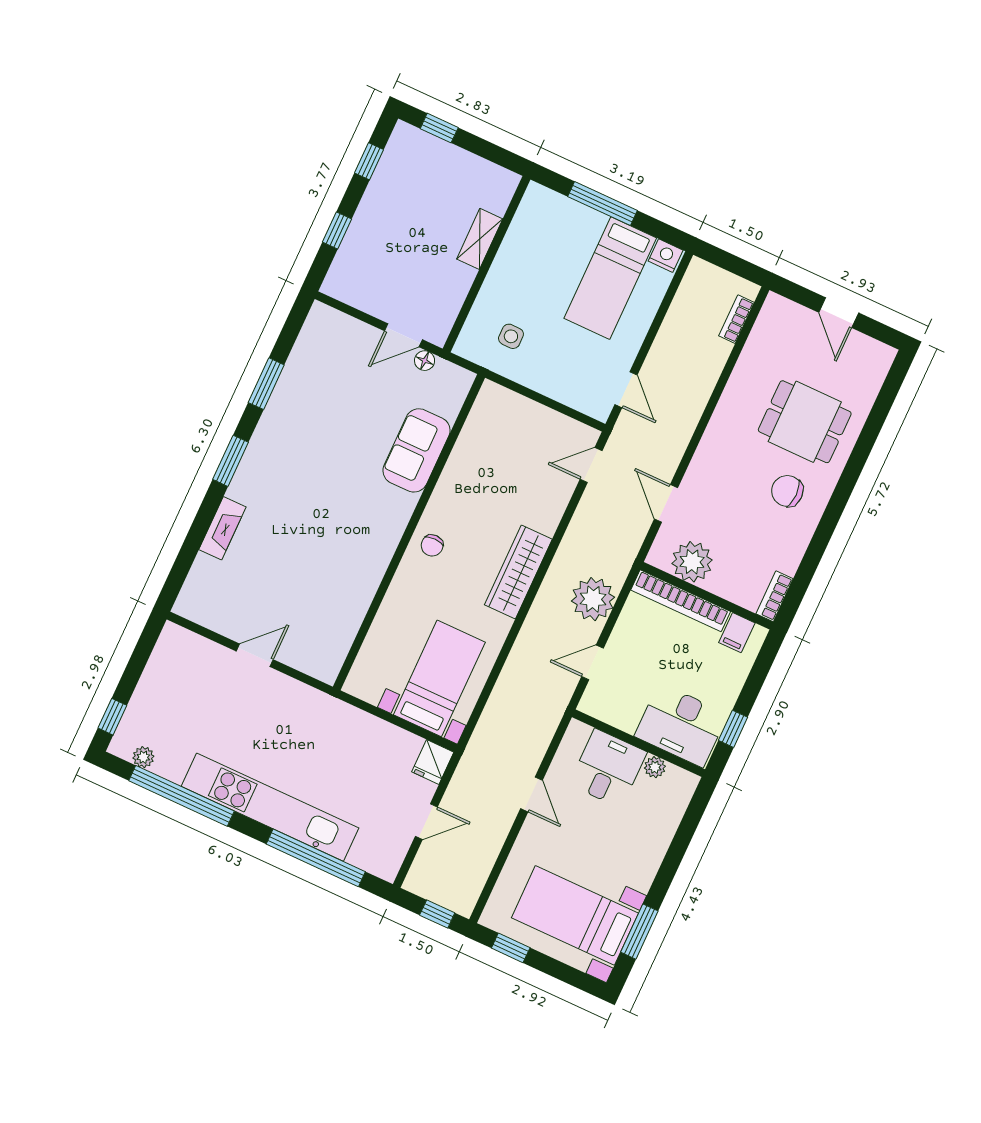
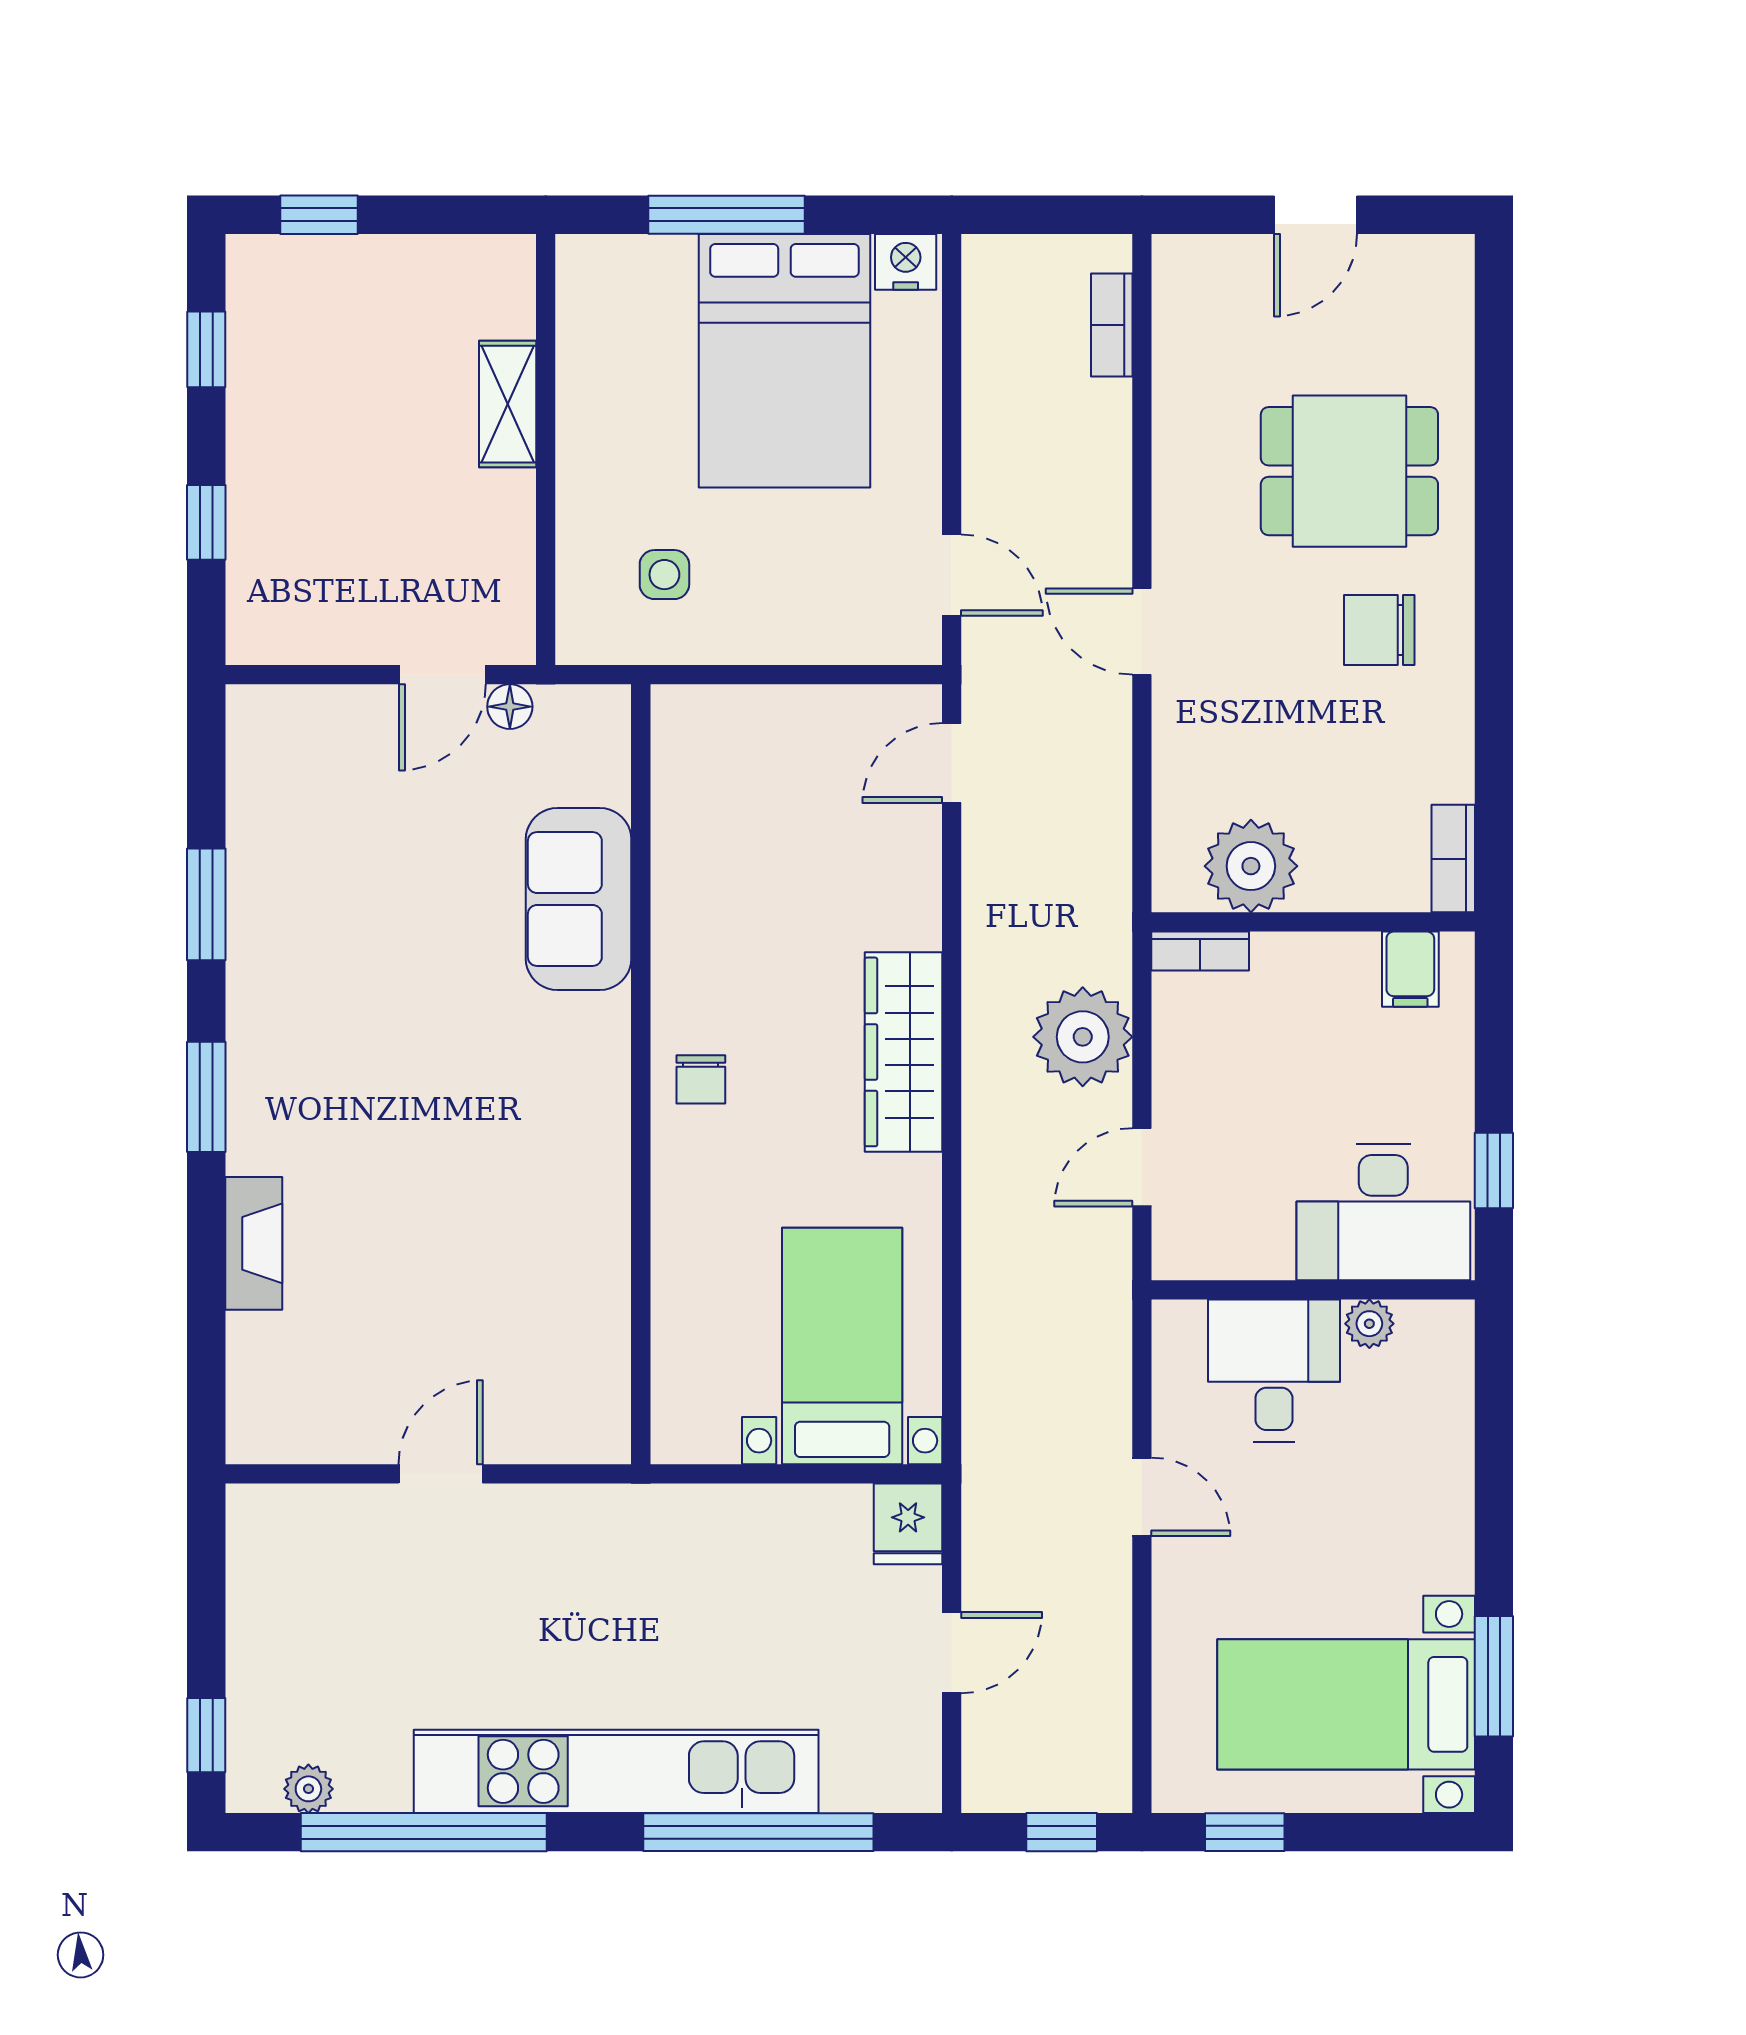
bed: (610, 278) -> (784, 361), width x1.50
door: (839, 313) -> (1316, 215), hinge flipped
door: (666, 503) -> (1142, 631), moved
bookcase: (681, 601) -> (1200, 951), width x0.43, depth x0.76

